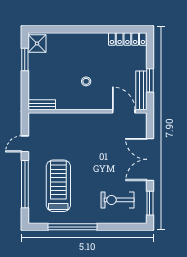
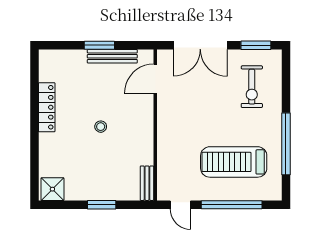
locker: (127, 39) -> (47, 107), moved
window: (25, 60) -> (102, 205), moved
bench: (42, 105) -> (147, 183), moved
wall: (87, 111) -> (155, 125), moved
door: (124, 111) -> (155, 79), moved

